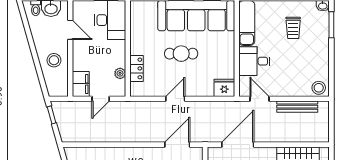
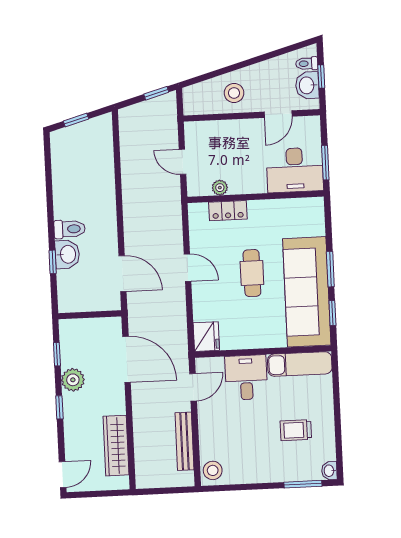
filing cabinet: (81, 84) -> (202, 133), removed

